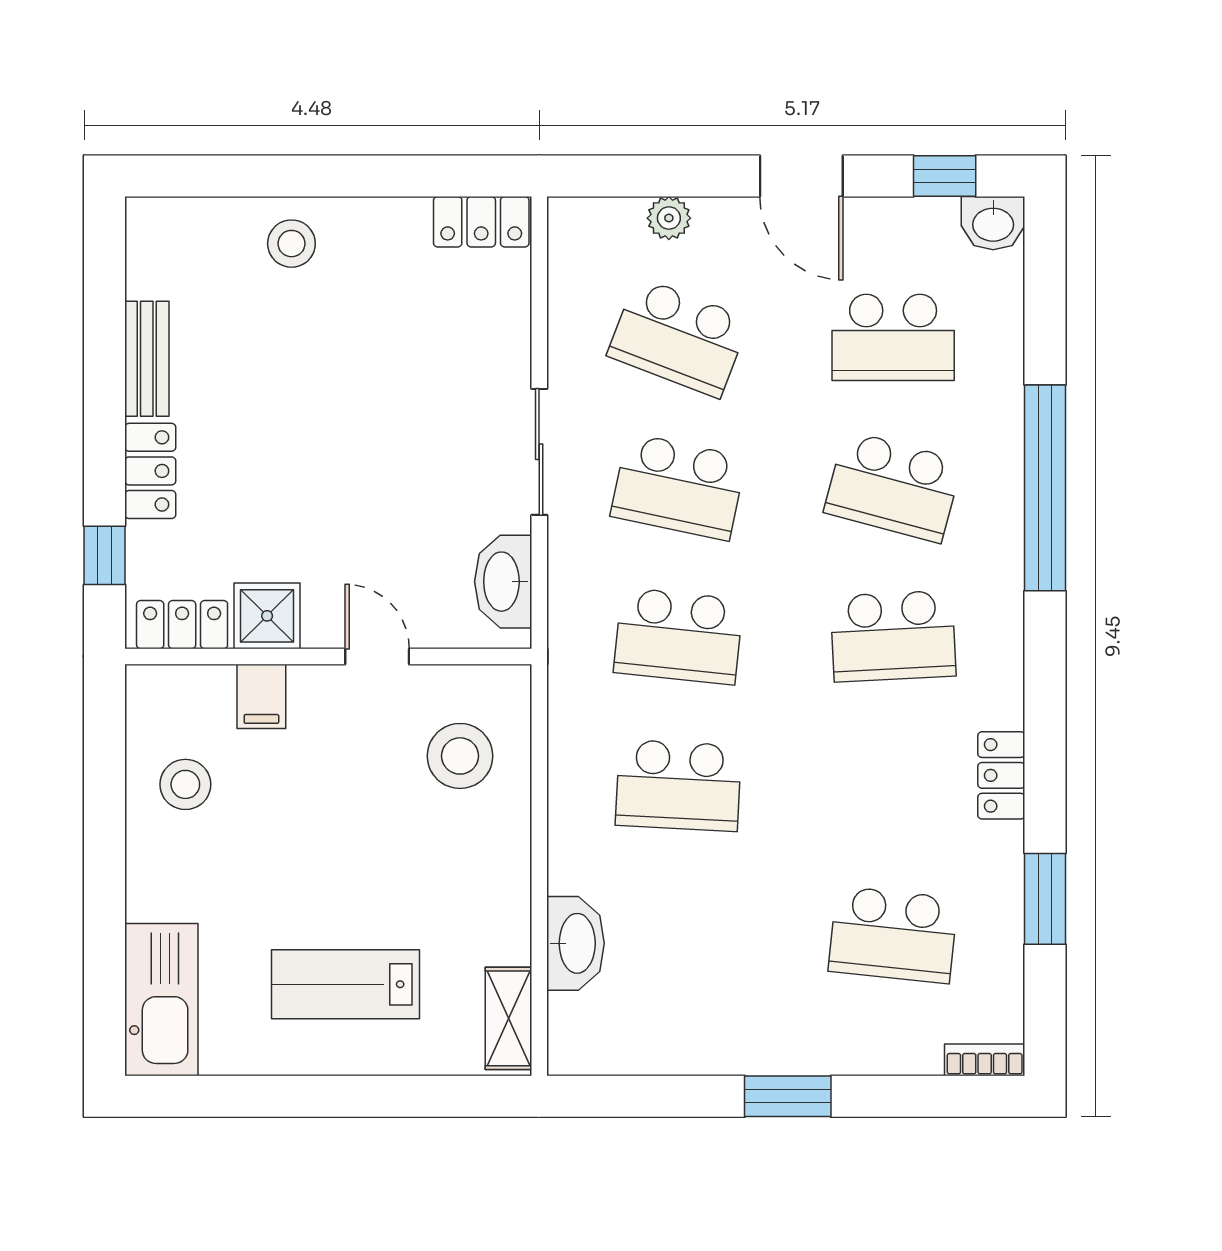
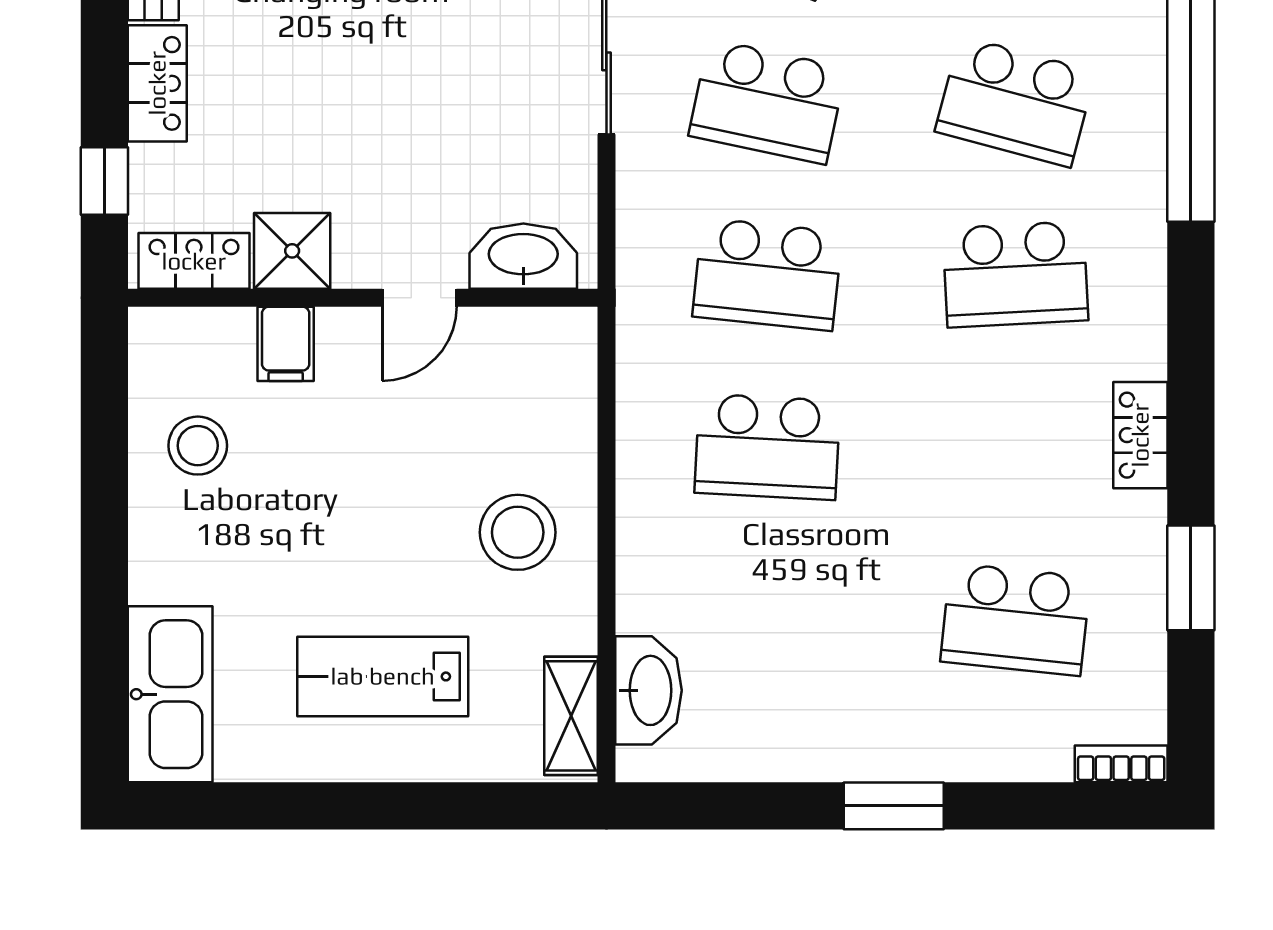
washbasin: (503, 582) -> (523, 256), moved, turned 90
door: (377, 656) -> (419, 298), swing flipped
stool: (460, 756) -> (518, 532), moved
washbasin: (575, 943) -> (648, 690), moved

